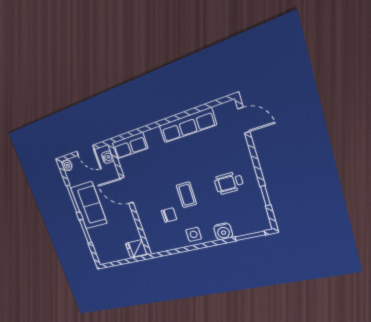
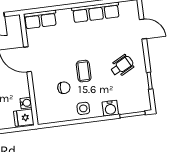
door: (244, 120) -> (143, 29), moved
water cooler: (108, 157) -> (26, 103), moved
wheelchair: (229, 183) -> (122, 66), turned 152

